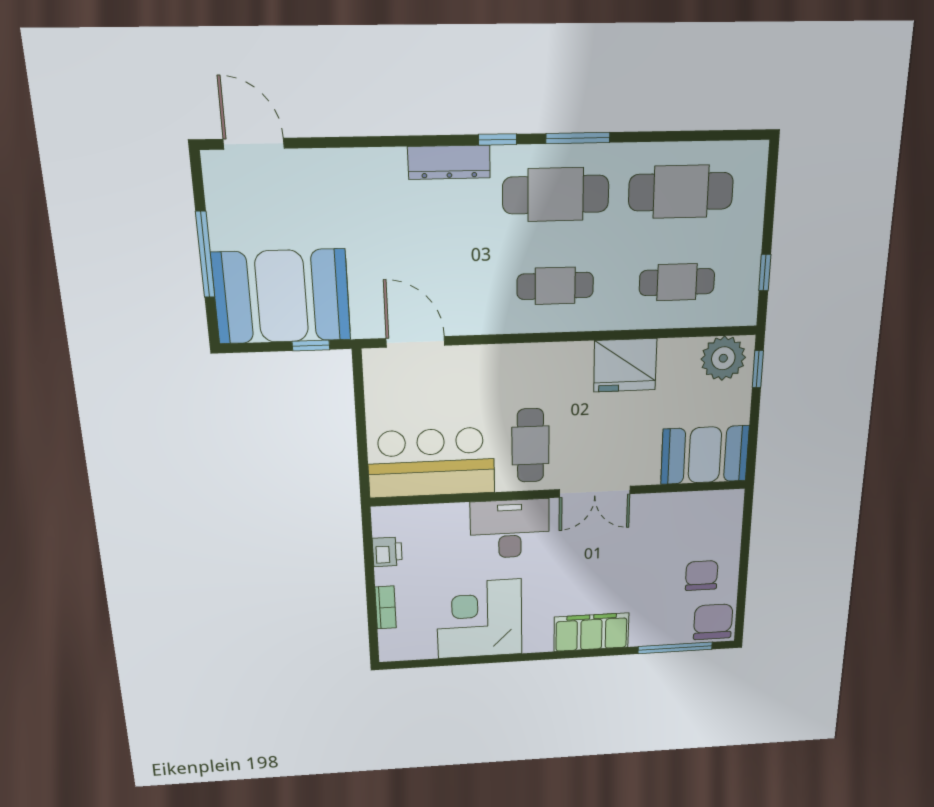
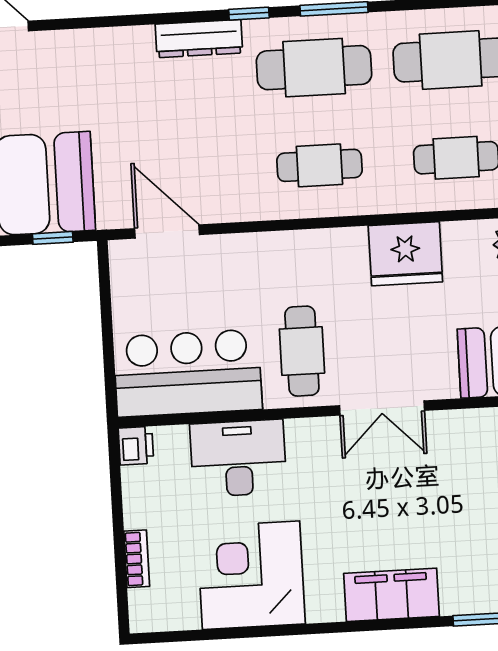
desk: (510, 529) -> (238, 458), moved
printer: (387, 552) -> (136, 446), moved

